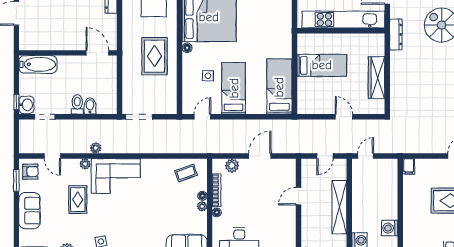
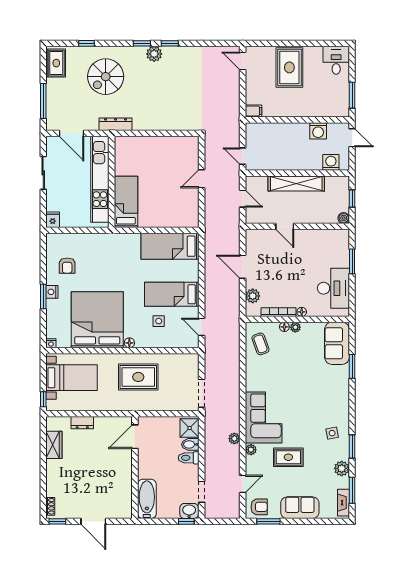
bed: (322, 65) -> (126, 202), moved
wardrobe: (376, 78) -> (161, 145), removed
shower: (106, 105) -> (190, 428), added
armchair: (30, 172) -> (259, 507), turned 90

